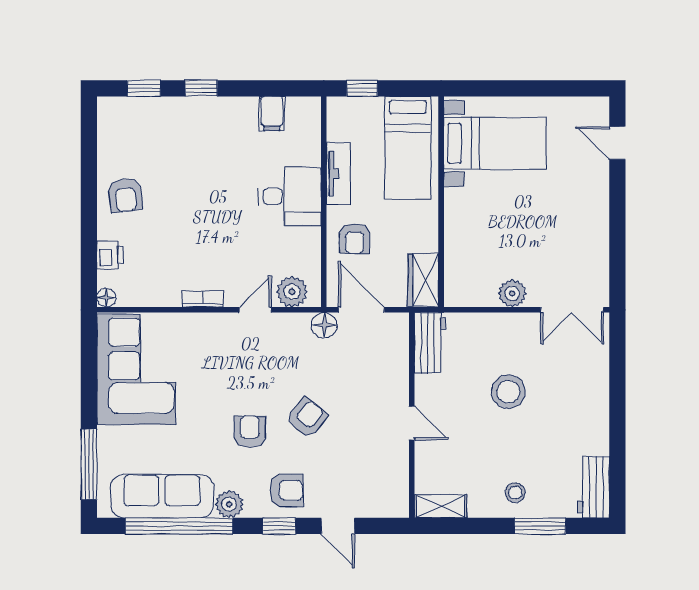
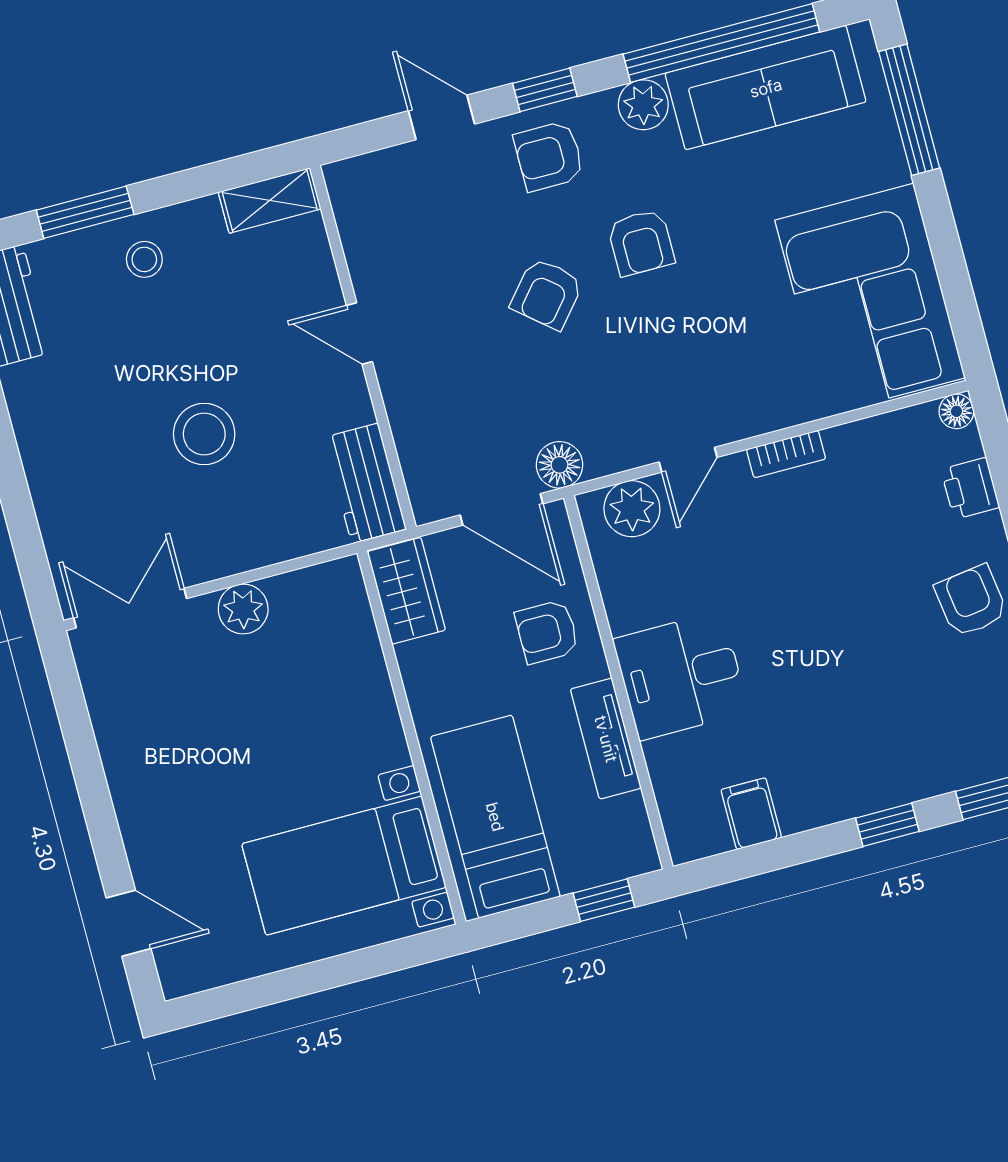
armchair: (354, 239) -> (547, 632), turned -90

